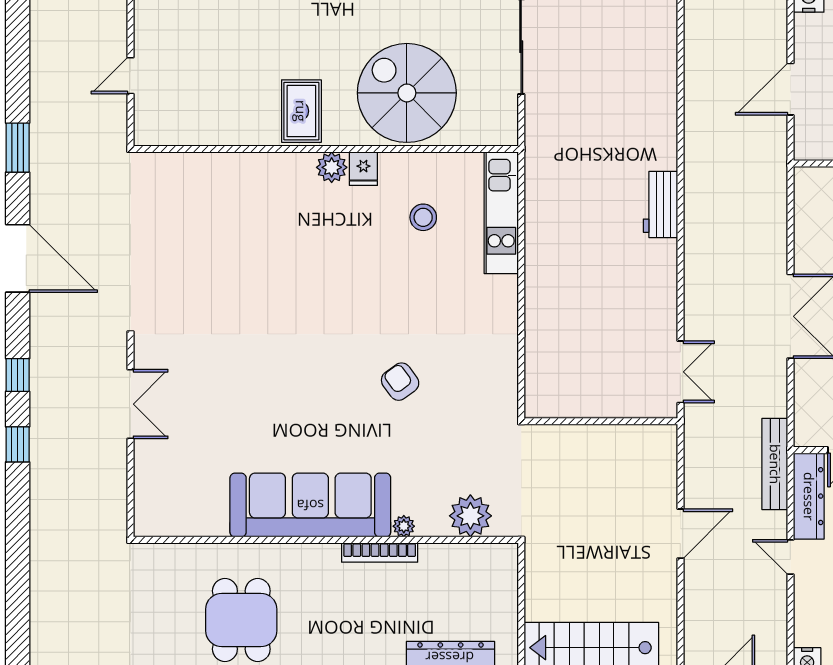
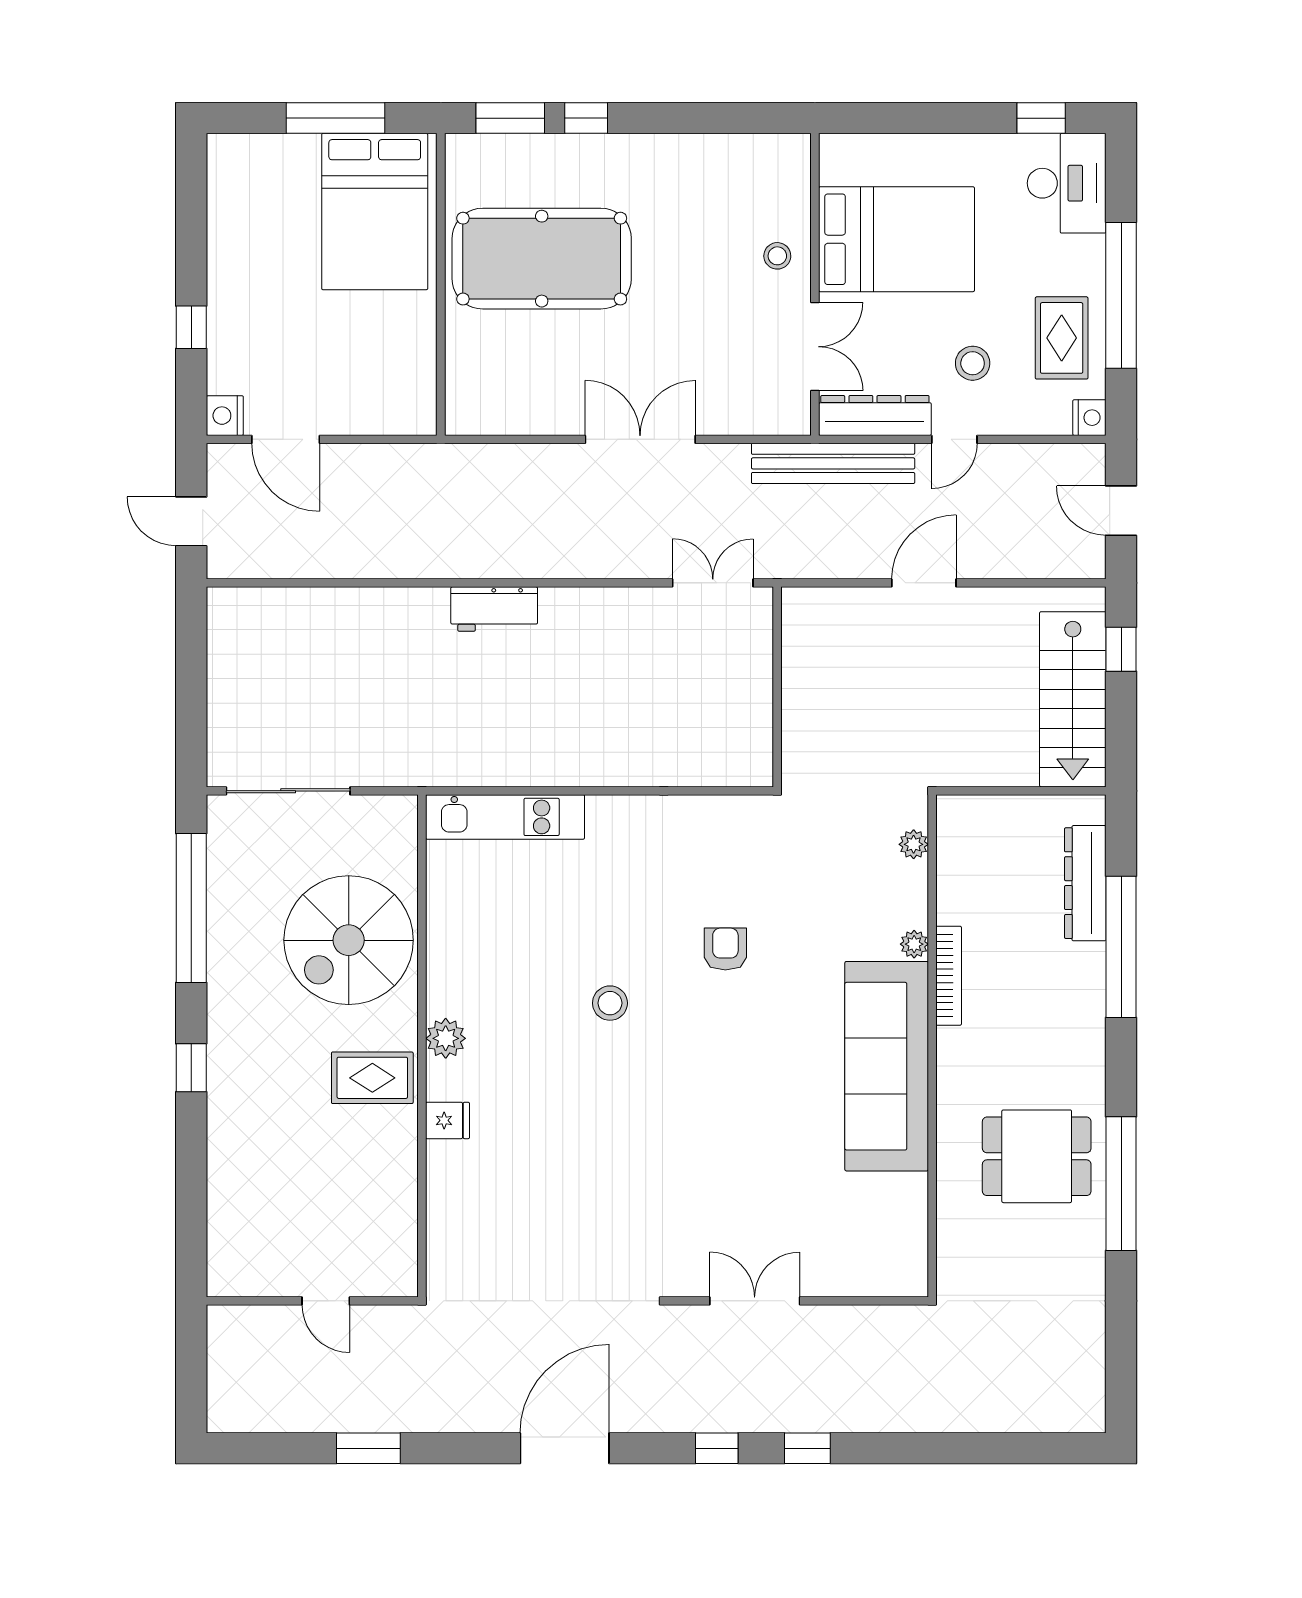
door: (790, 89) -> (286, 439), moved
window: (18, 148) -> (368, 1448), moved
fridge: (363, 169) -> (448, 1120), moved
stool: (423, 217) -> (610, 1003), moved
armchair: (400, 382) -> (725, 949), turned 126
bench: (775, 464) -> (833, 463), width x1.37, depth x1.21
plant: (470, 516) -> (914, 844), width x0.53, depth x0.53
door: (680, 534) -> (924, 583), hinge flipped

